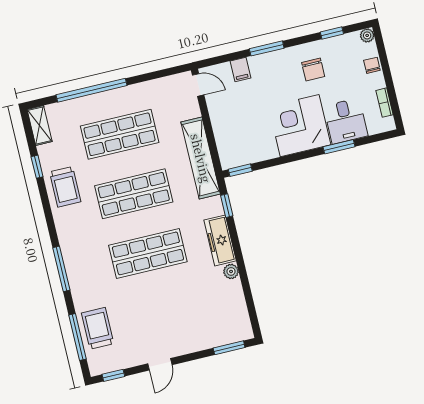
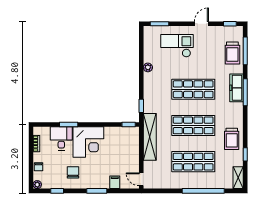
trolley: (65, 187) -> (232, 139), turned 180
freezer: (220, 240) -> (237, 88), moved, turned 180
checkout: (192, 318) -> (177, 46), added

